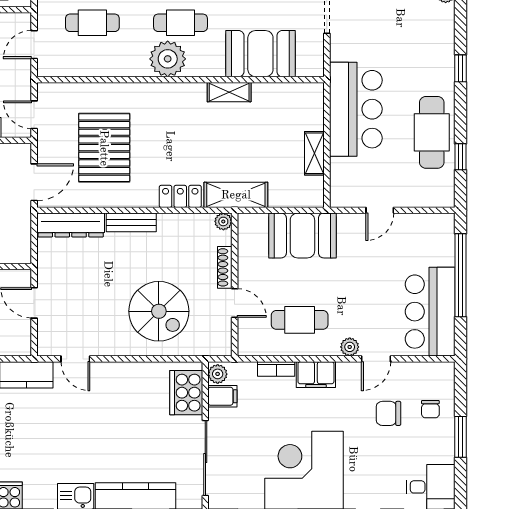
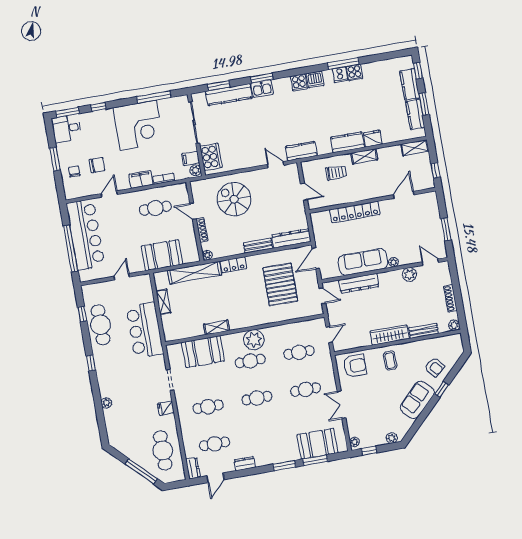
shelving: (236, 195) -> (195, 273), width x1.47
bar counter: (430, 312) -> (86, 234), width x1.36
plant: (350, 347) -> (125, 198), removed

